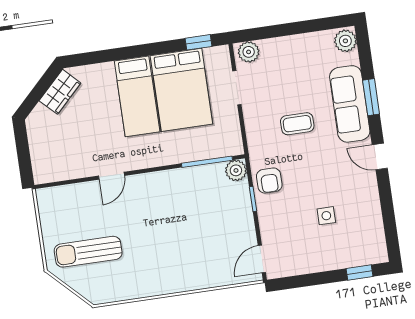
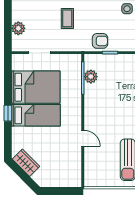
window: (198, 42) -> (8, 113), moved
plant: (249, 52) -> (18, 28), moved
plant: (236, 170) -> (91, 77), moved

